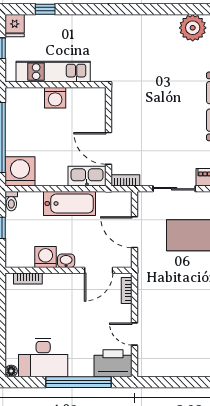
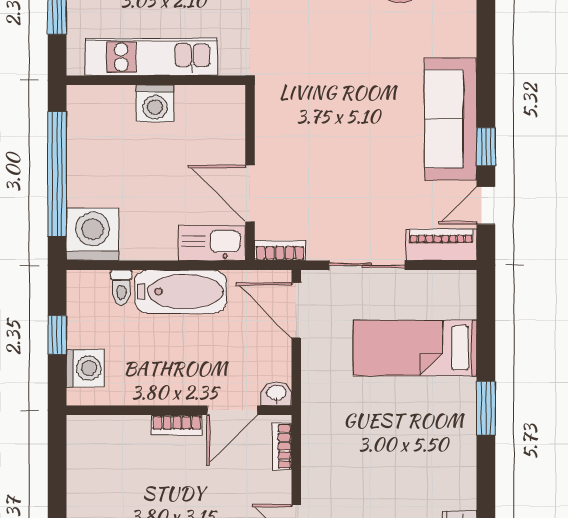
toilet: (11, 201) -> (121, 287), moved
door: (134, 232) -> (296, 310), moved
washing machine: (46, 257) -> (85, 368), moved, turned 90
washbasin: (66, 261) -> (276, 394), moved
bookcase: (28, 279) -> (177, 425), moved

